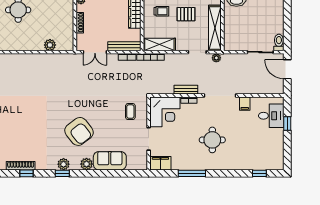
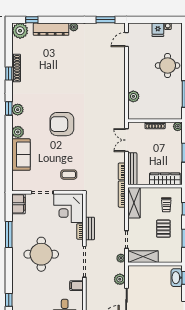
shelving: (215, 28) -> (143, 257), width x0.68
plant: (238, 59) -> (120, 279), added
armchair: (79, 131) -> (62, 124), moved, turned 38
round table: (212, 140) -> (41, 254), width x1.36, depth x1.36

